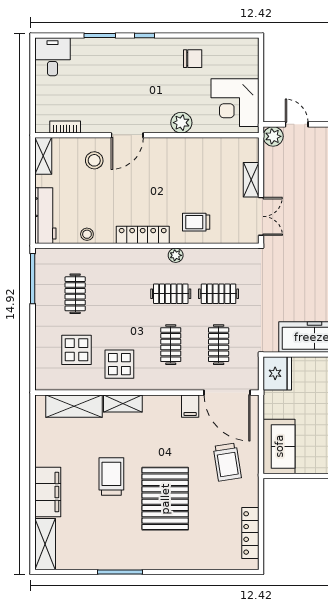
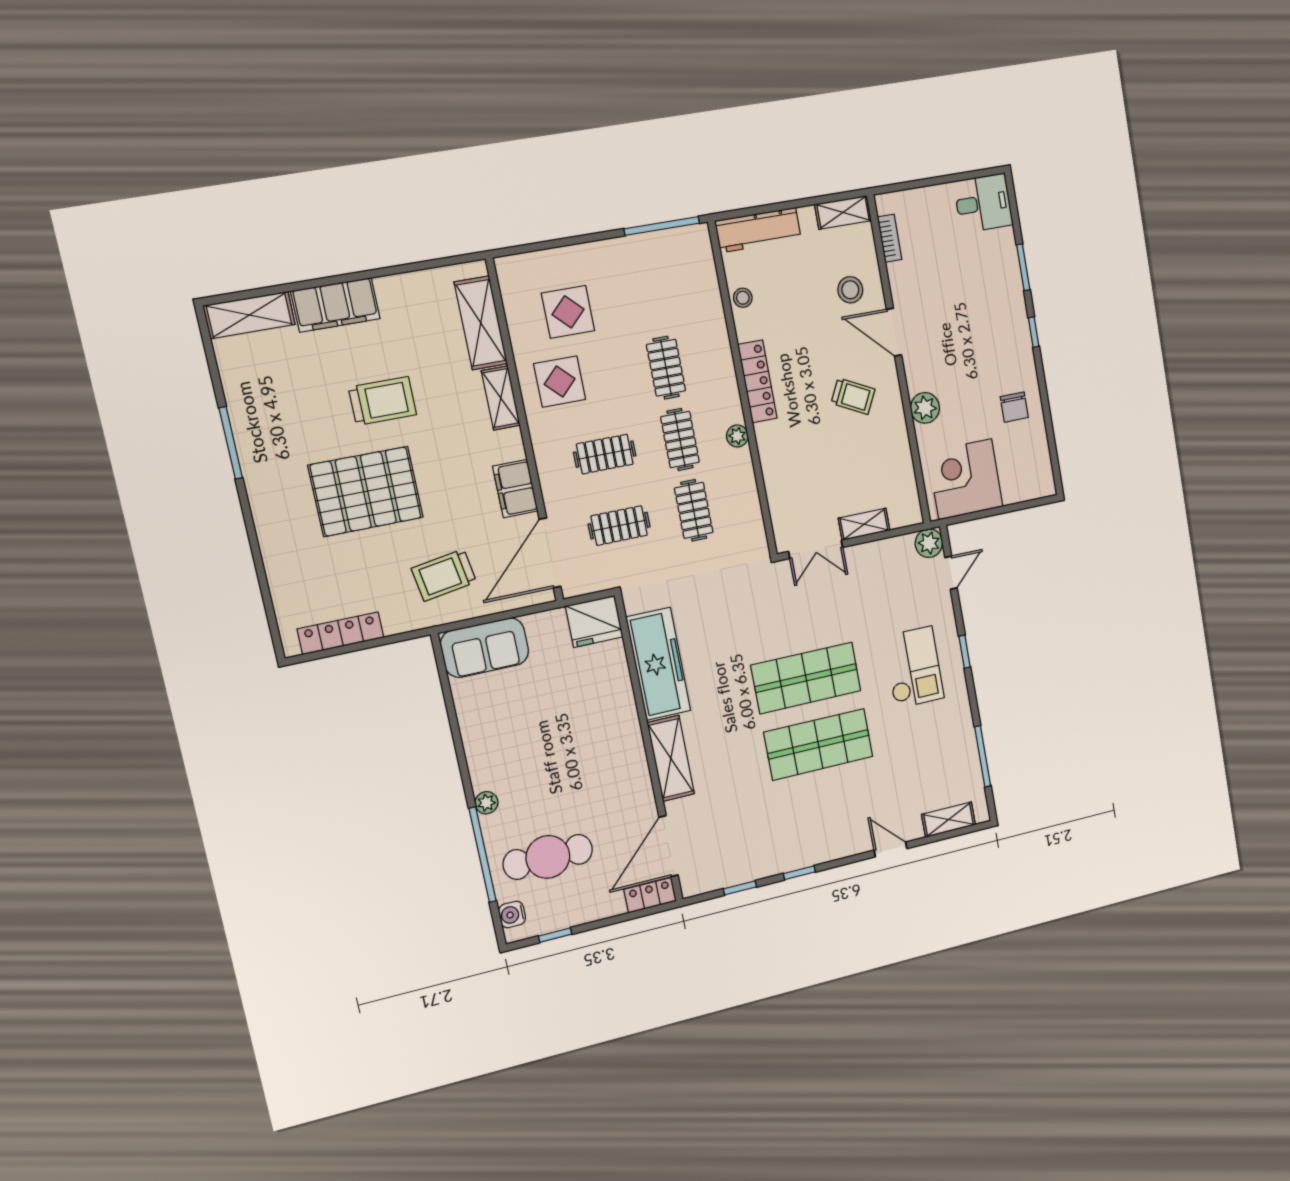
trolley: (196, 222) -> (853, 396), moved, turned 117
clothes rail: (75, 294) -> (666, 368), moved, turned 90
filing cabinet: (190, 406) -> (515, 489), width x2.00

